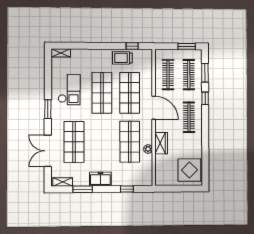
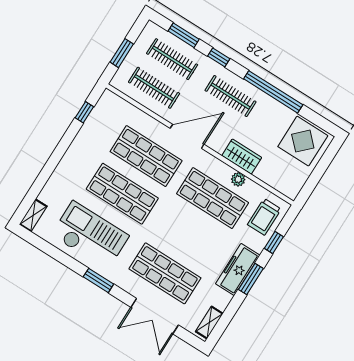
window: (187, 46) -> (122, 53), moved
trolley: (122, 58) -> (264, 217), moved
checkout: (69, 90) -> (90, 235), width x1.36, depth x1.21
window: (205, 138) -> (273, 92), added
freezer: (100, 179) -> (238, 269), width x1.40
window: (83, 189) -> (251, 279), moved

